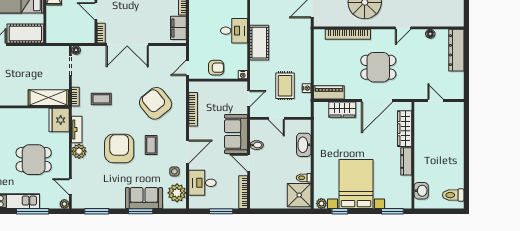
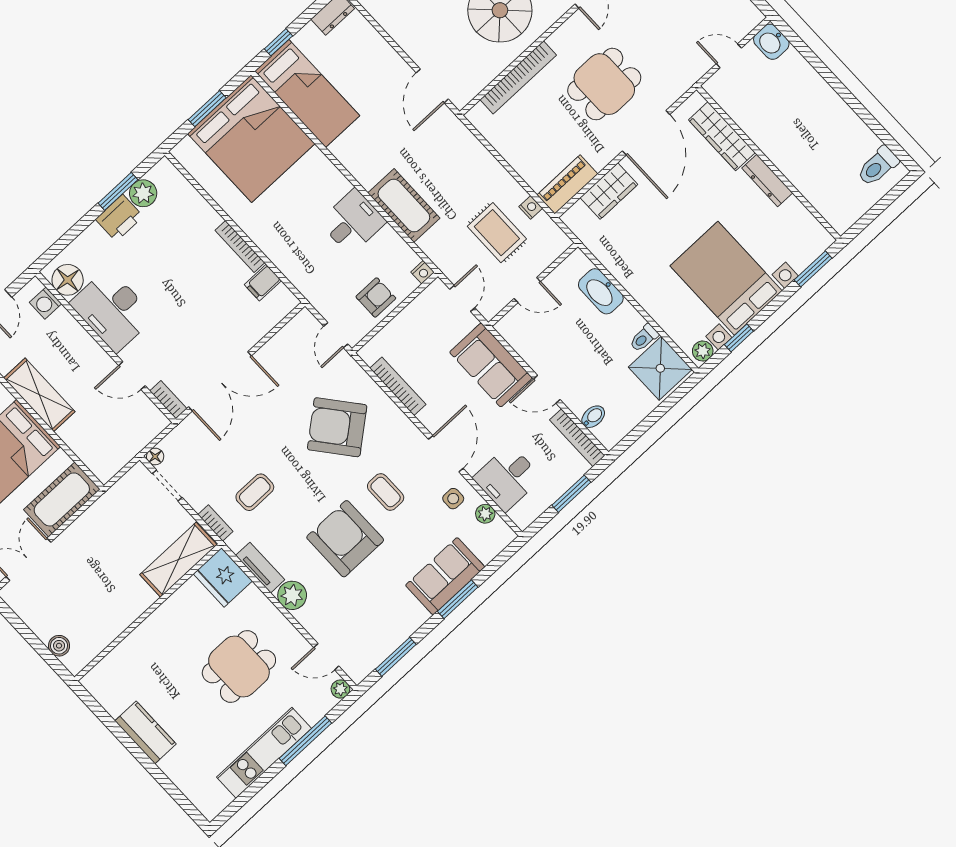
filing cabinet: (178, 28) -> (263, 283), width x0.50
bidet: (257, 145) -> (593, 417), moved
washbasin: (421, 191) -> (771, 42), moved, turned 180
plant: (177, 193) -> (485, 514), width x0.53, depth x0.53

